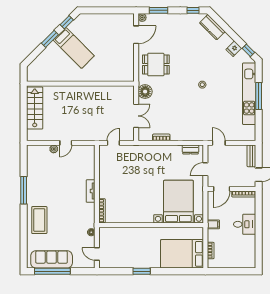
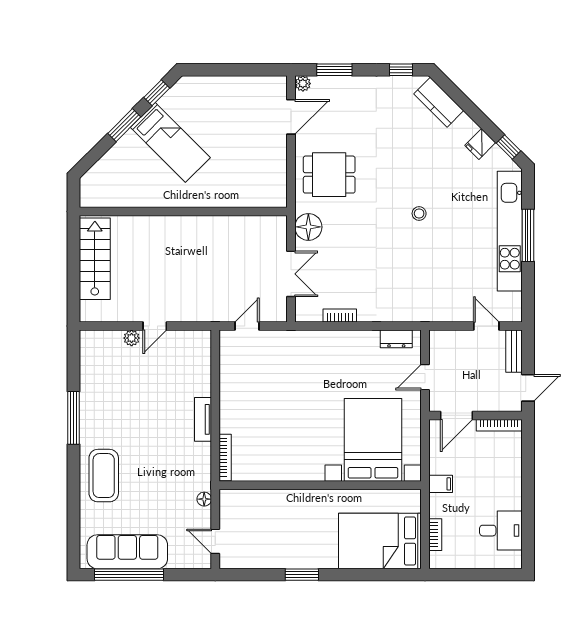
door: (219, 143) -> (486, 326), moved
desk: (245, 224) -> (501, 531), moved

